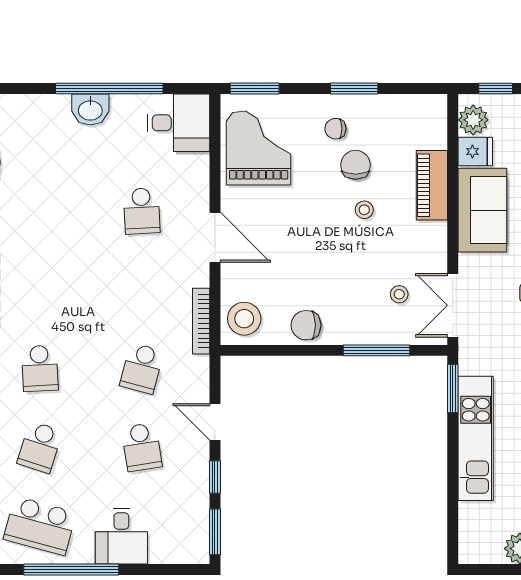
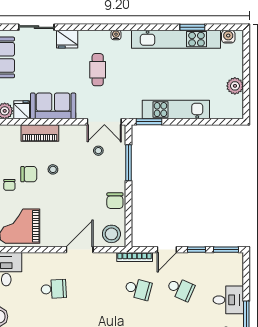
chair: (355, 165) -> (29, 174), turned 180
door: (215, 237) -> (80, 250), moved
bookcase: (201, 321) -> (135, 257), moved
school desk: (142, 447) -> (180, 289), turned 33

